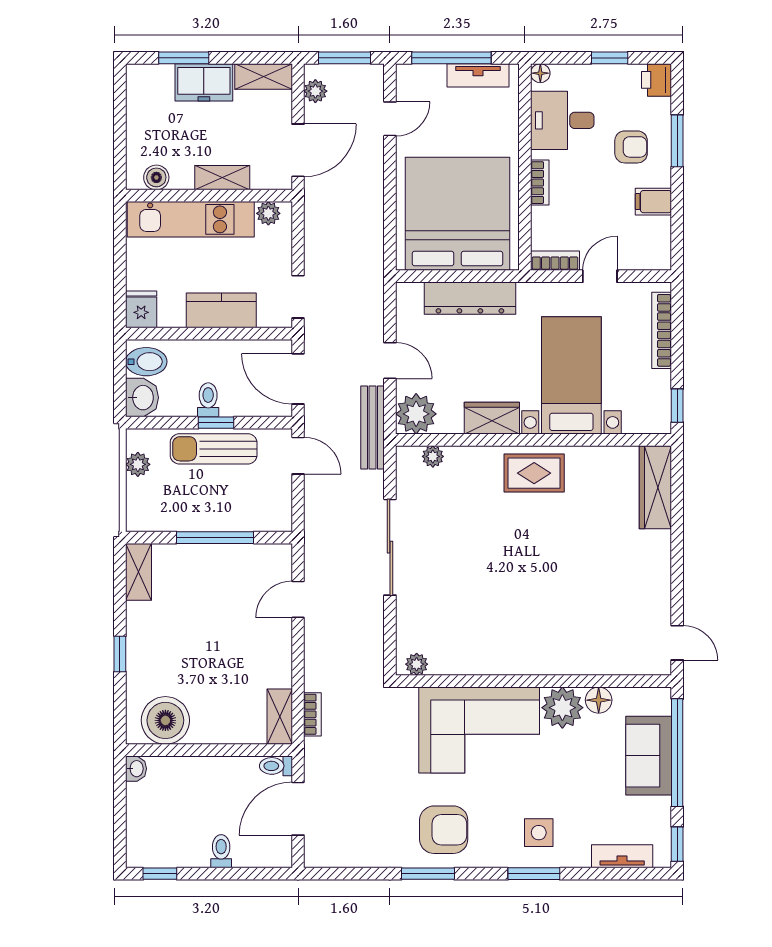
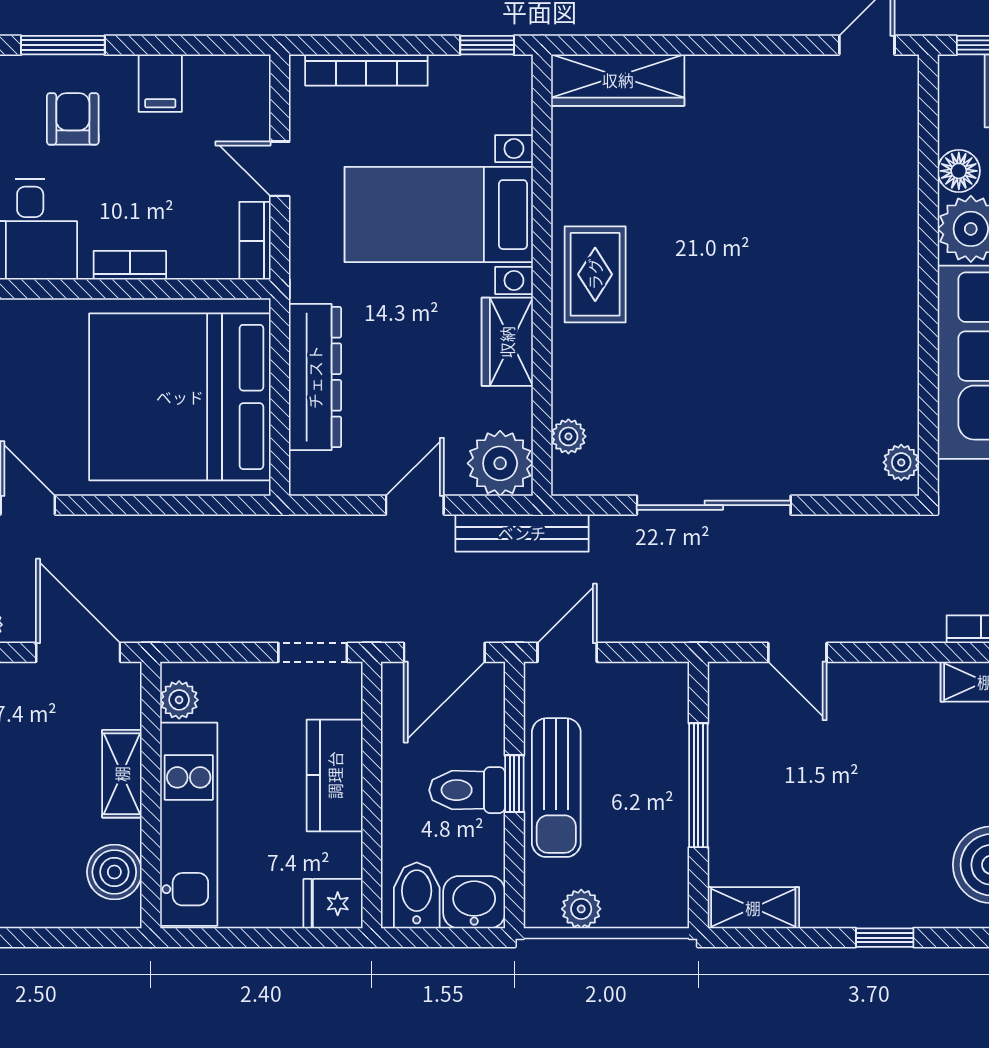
boiler: (156, 177) -> (114, 872), width x1.36, depth x1.36
toilet: (208, 400) -> (467, 790), width x1.37, depth x1.39

